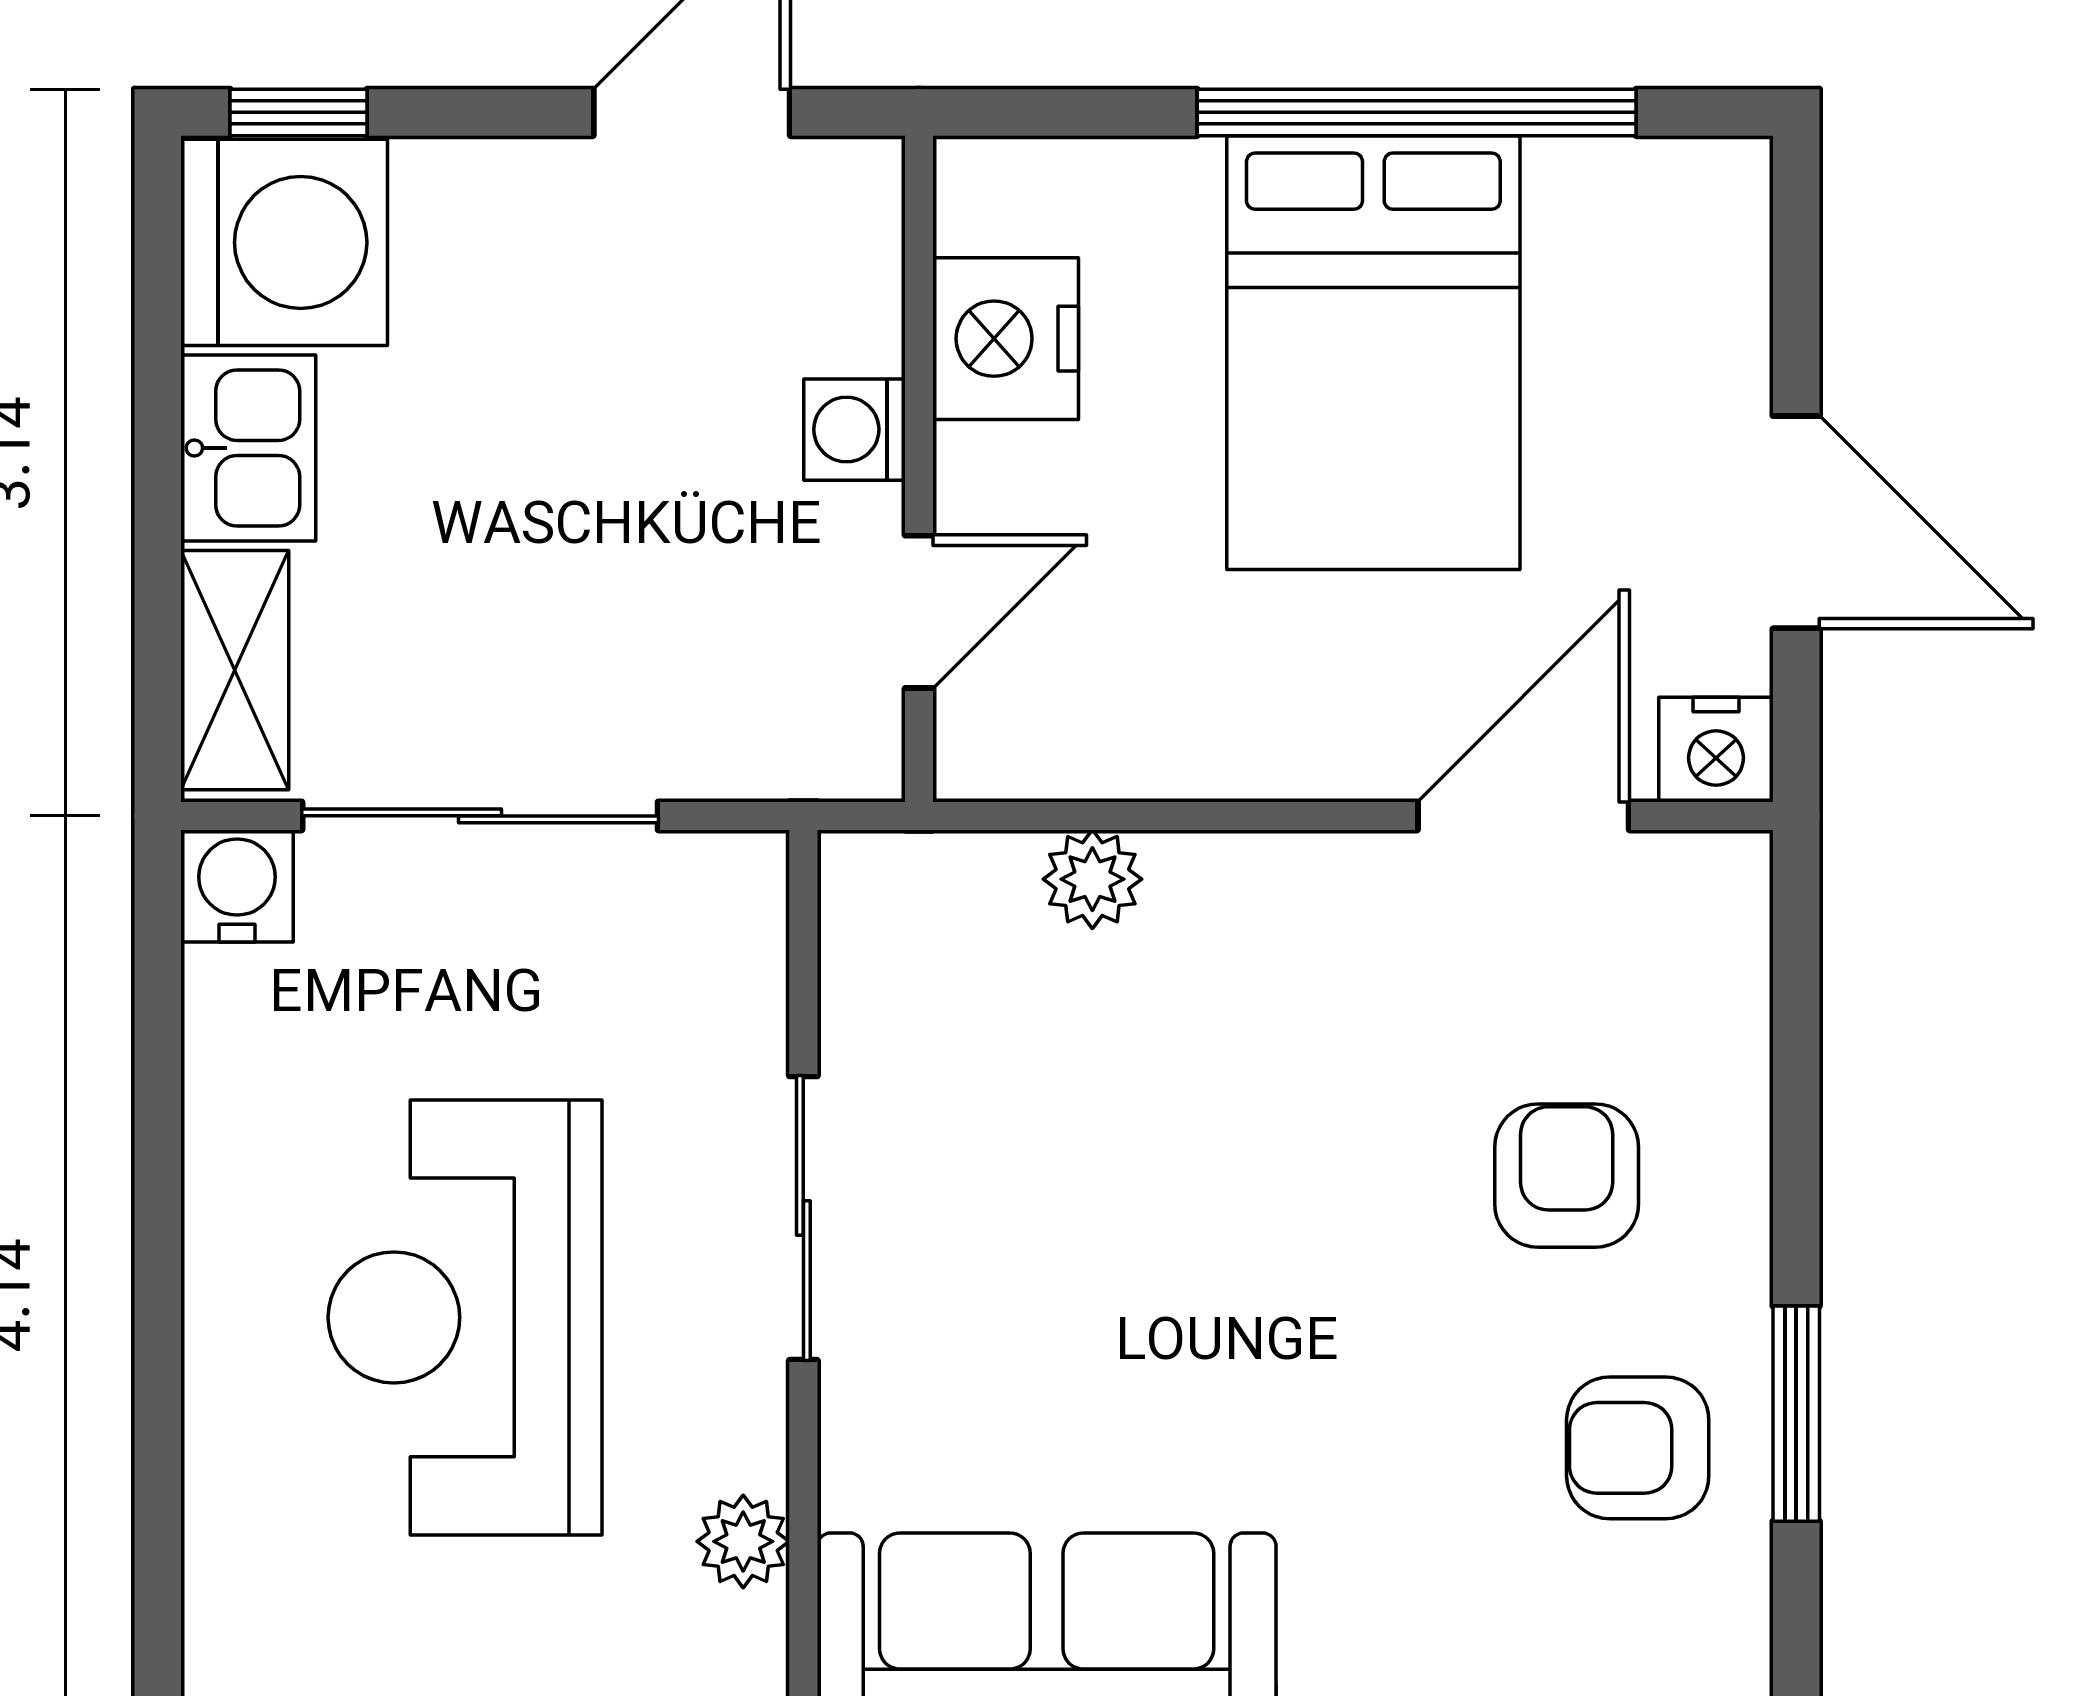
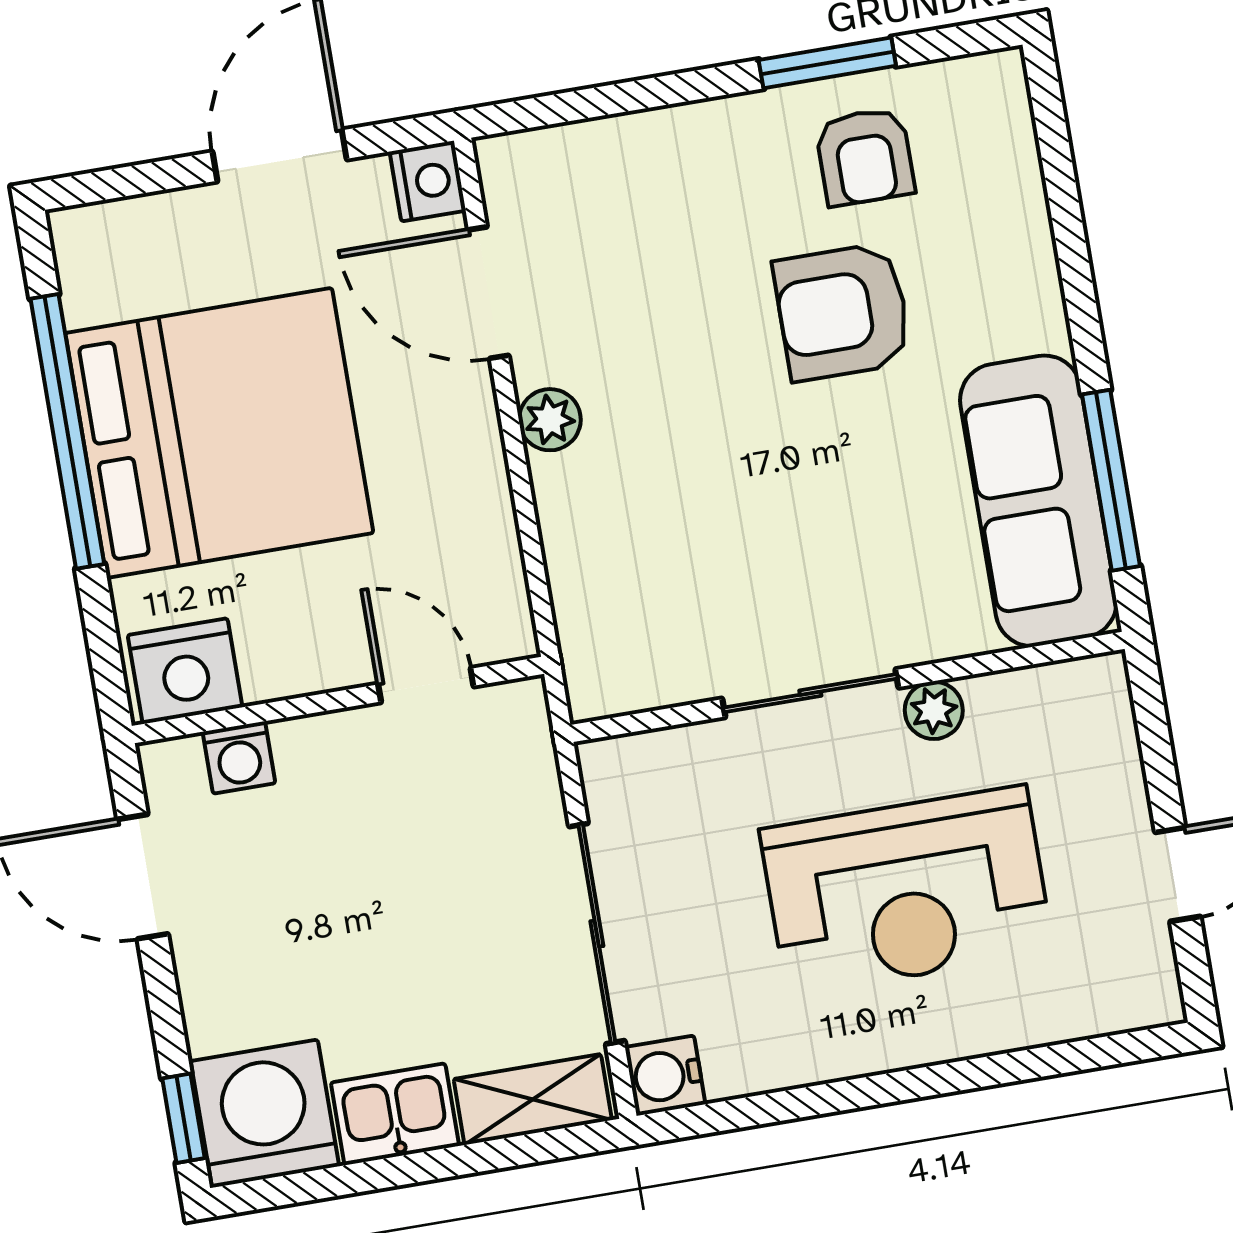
nightstand: (1006, 339) -> (185, 671), moved
bed: (1373, 353) -> (219, 433), width x1.36
washing machine: (854, 430) -> (239, 758), moved
plant: (1092, 879) -> (550, 420), moved
armchair: (1567, 1176) -> (843, 312), moved, width x1.38, depth x1.38
plant: (743, 1541) -> (934, 710), moved

